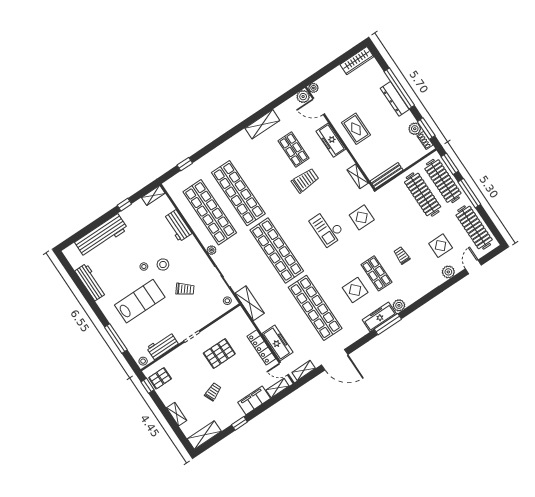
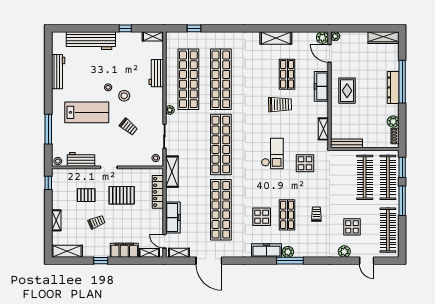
window: (426, 129) -> (402, 127), removed
checkout: (327, 228) -> (272, 153), turned 180
door: (473, 267) -> (367, 261), swing flipped
window: (388, 324) -> (290, 261), moved
locker: (261, 347) -> (158, 192), moved
pallet: (160, 378) -> (86, 195), moved

